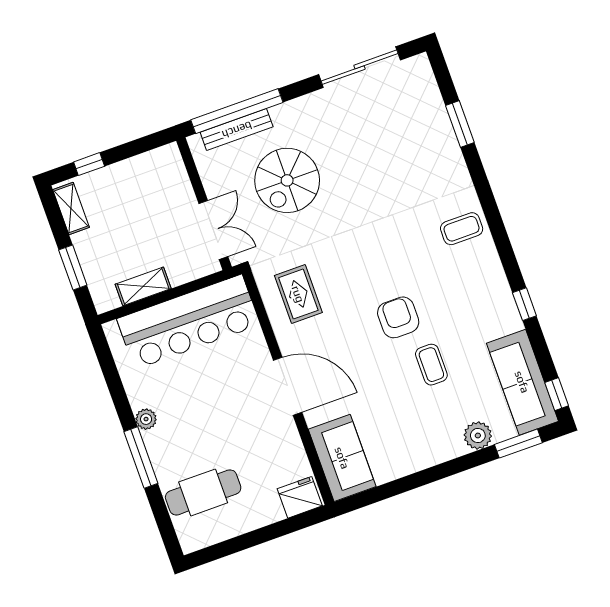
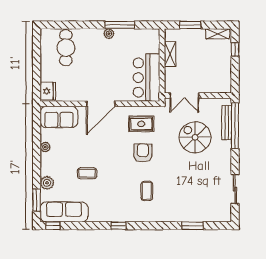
sliding door: (360, 67) -> (235, 189), width x0.73
coffee table: (462, 229) -> (147, 191), moved
window: (524, 304) -> (118, 226), moved
armchair: (398, 317) -> (143, 153), moved, turned -90
bar counter: (188, 322) -> (146, 78), width x0.73
window: (141, 458) -> (120, 25), moved
plant: (410, 464) -> (45, 147), added

